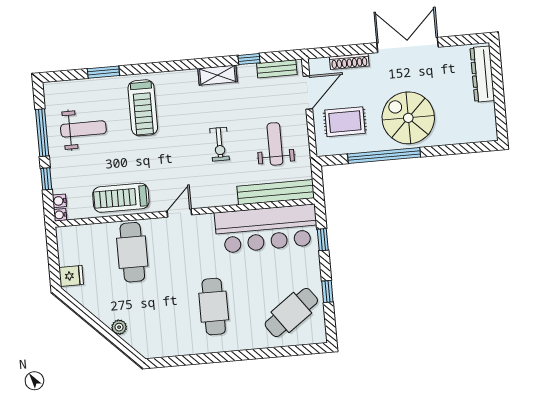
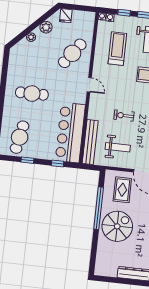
treadmill: (121, 198) -> (117, 49), moved
cafe table: (132, 252) -> (72, 53), turned -54
plant: (97, 305) -> (46, 27), added
cafe table: (291, 313) -> (20, 137), turned 47

